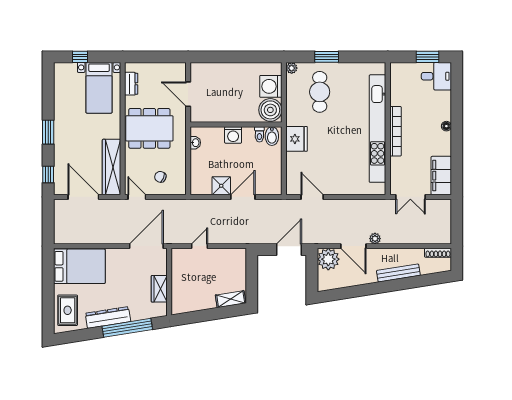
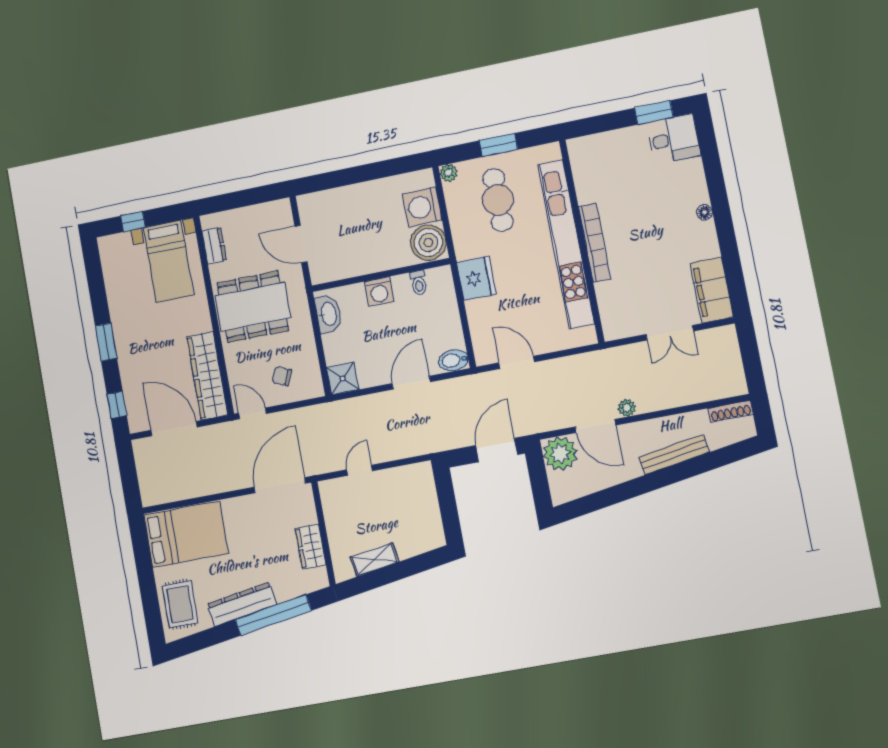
kitchen unit: (378, 129) -> (566, 244), moved
wall: (388, 129) -> (582, 241), moved
bookcase: (395, 131) -> (595, 243), moved
bidet: (272, 136) -> (453, 360), moved, turned 90
washbasin: (195, 143) -> (328, 314), width x1.91, depth x1.45
shower: (221, 186) -> (343, 378), moved
shelving: (231, 299) -> (375, 559), moved

